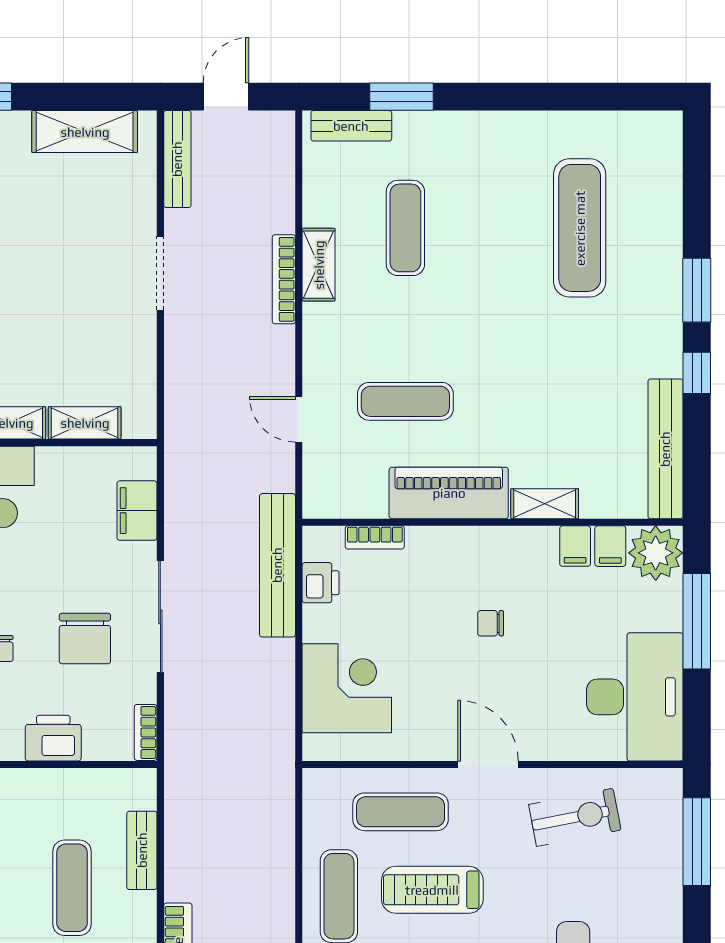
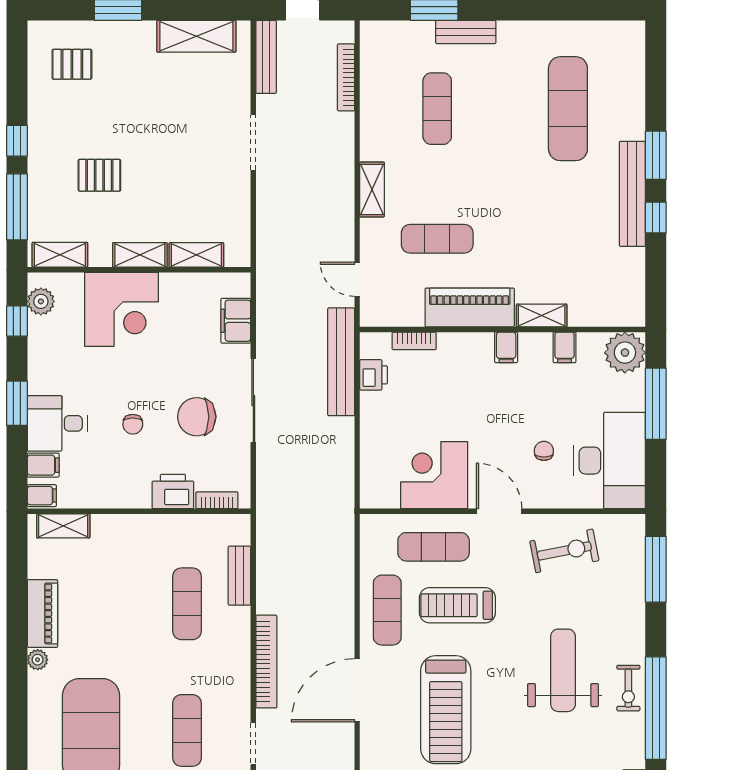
bench: (351, 126) -> (466, 32), moved
shelving: (319, 265) -> (372, 189), moved
bookcase: (284, 279) -> (346, 77), moved
door: (299, 419) -> (357, 279), moved
bench: (665, 449) -> (632, 194), moved
filing cabinet: (610, 546) -> (506, 347), moved
chair: (491, 623) -> (544, 451), moved, turned 90
chair: (85, 639) -> (197, 417), turned 90
corner desk: (347, 688) -> (434, 475), moved, turned -90
bookcase: (146, 732) -> (217, 500), moved, turned 90

